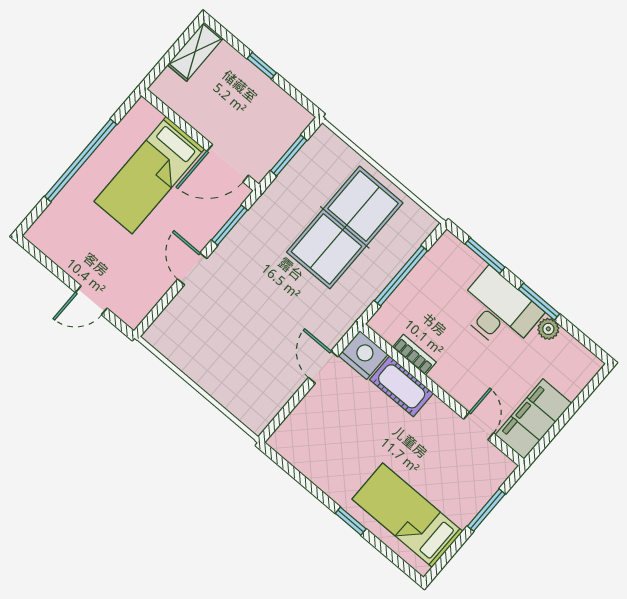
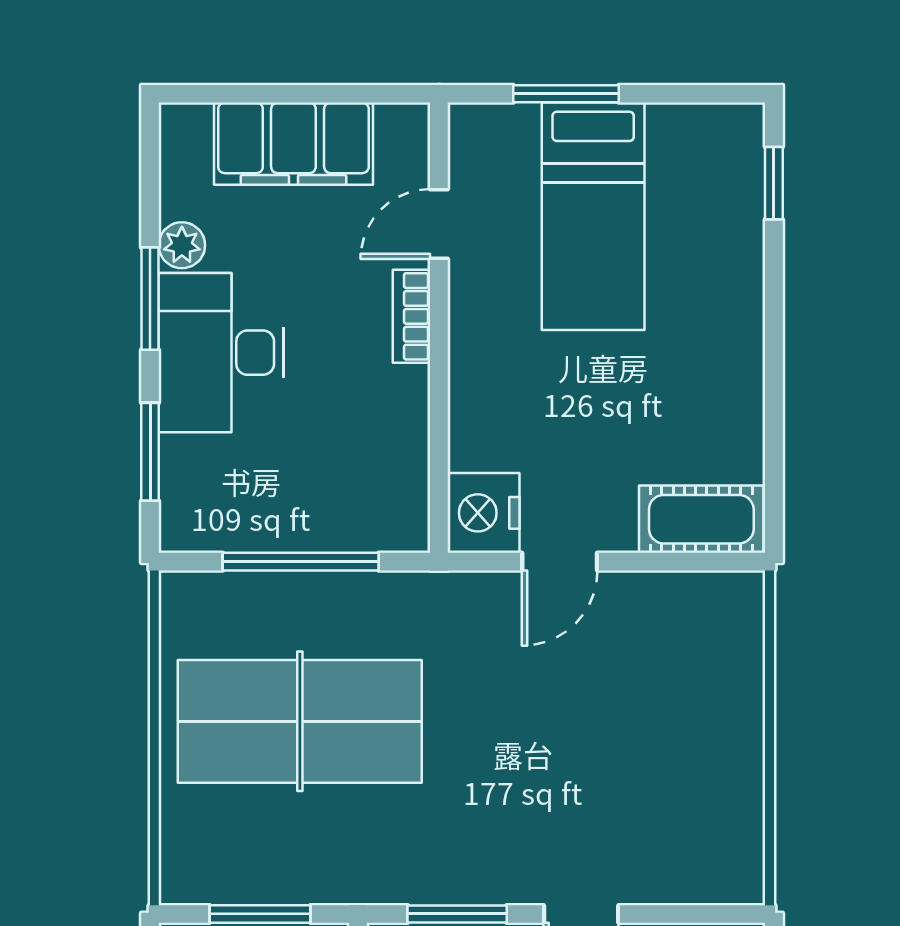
bookcase: (414, 355) -> (412, 316), moved
cot: (402, 386) -> (701, 519), moved, turned 90
filing cabinet: (533, 419) -> (293, 144), moved
bed: (407, 515) -> (593, 216), moved
window: (351, 521) -> (774, 183), moved

